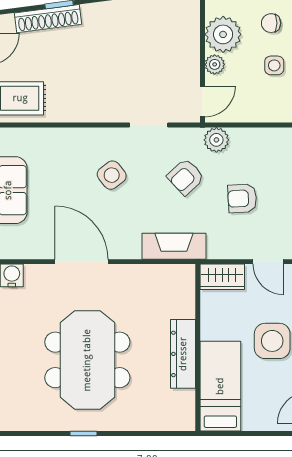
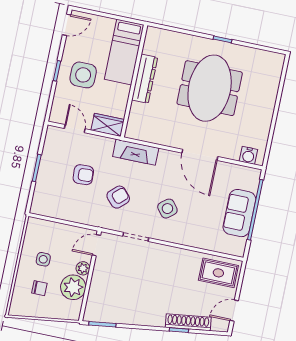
plant: (216, 140) -> (92, 218), removed

